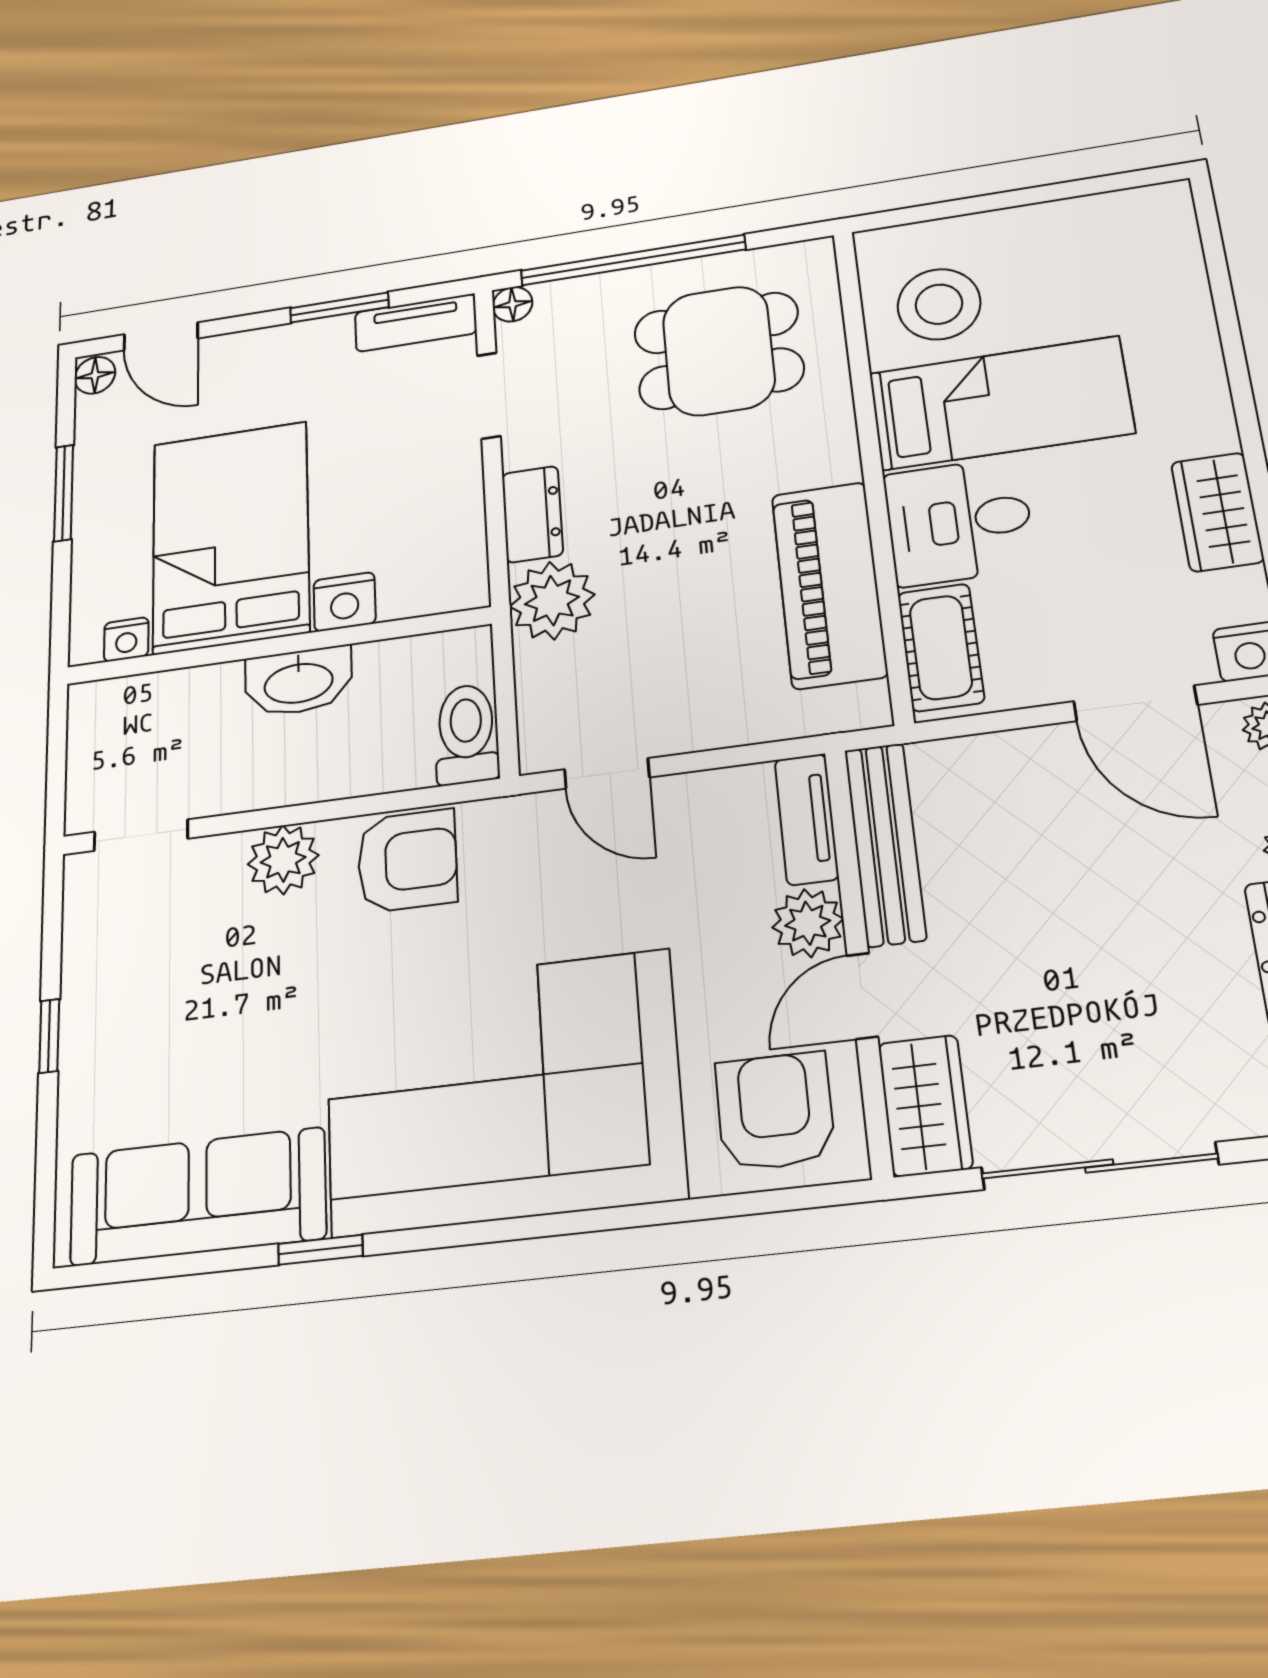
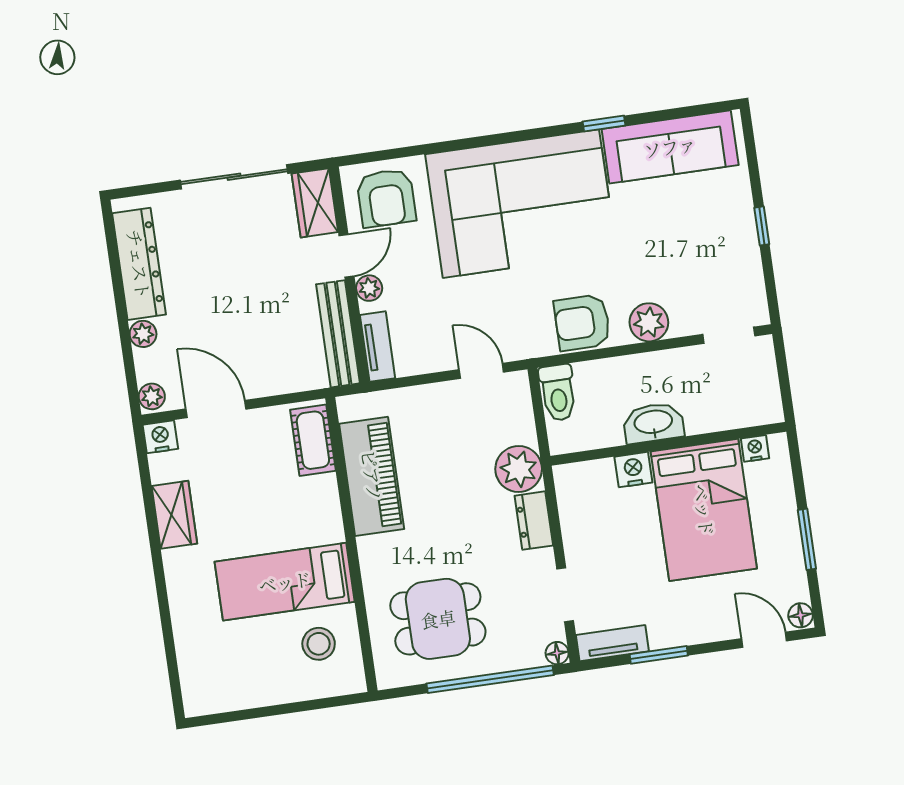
stool: (939, 304) -> (319, 644), width x0.73, depth x0.73
desk: (959, 521) -> (305, 512), removed
plant: (808, 923) -> (369, 288), width x0.73, depth x0.73

